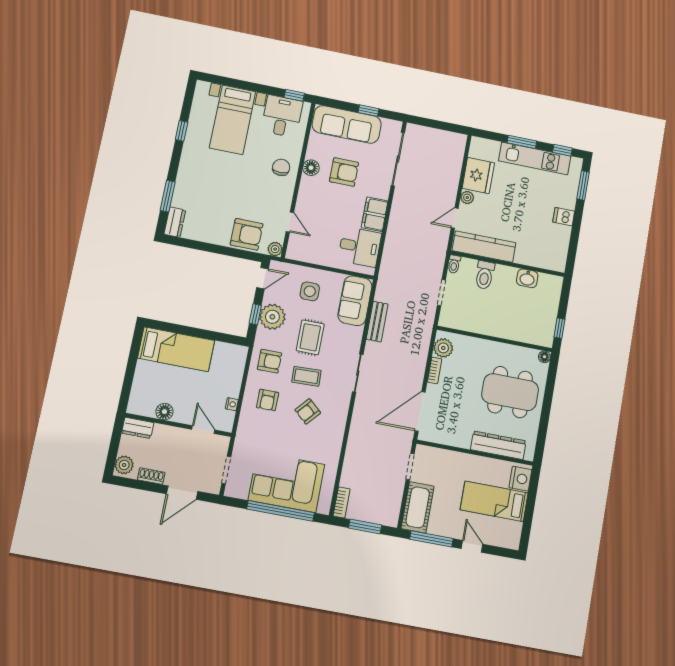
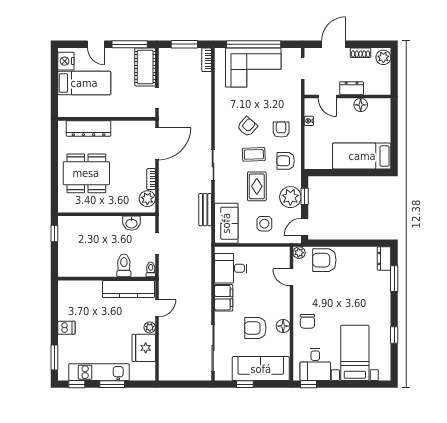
washbasin: (527, 278) -> (131, 223), moved, turned 180
floor lamp: (545, 357) -> (63, 208), removed
dresser: (138, 428) -> (352, 88), moved
nightstand: (520, 479) -> (66, 61), moved

